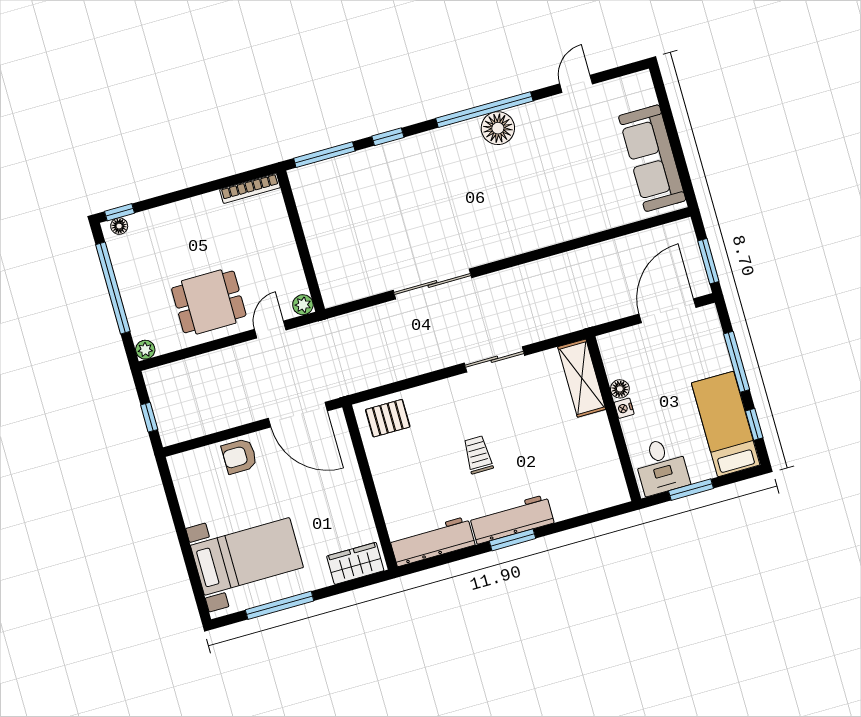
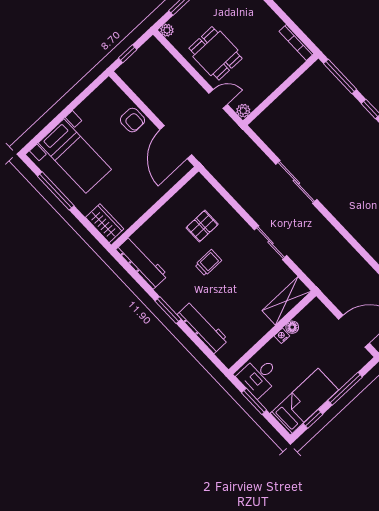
pallet: (388, 418) -> (202, 226), moved, turned 90
armchair: (239, 456) -> (132, 120), turned 180
workbench: (512, 519) -> (203, 327), moved

